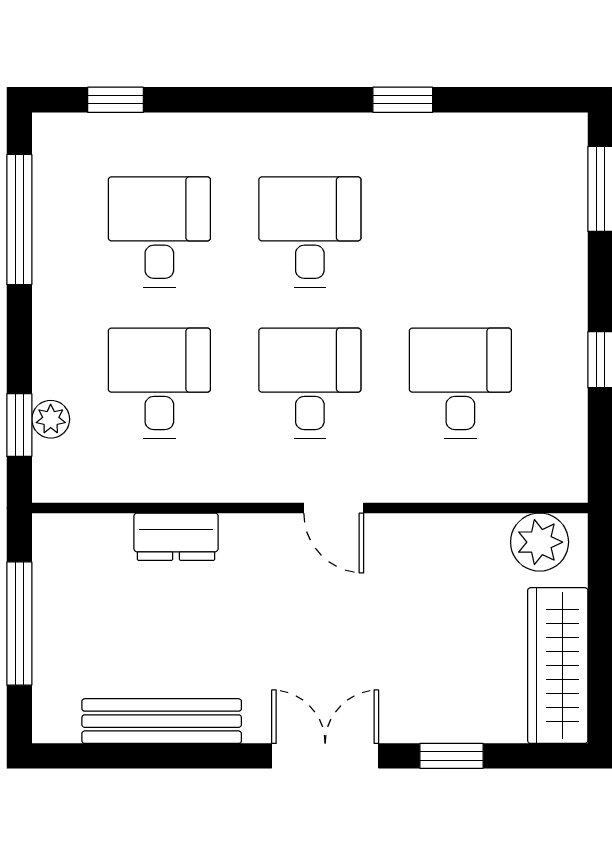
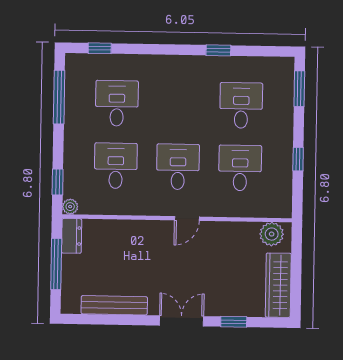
desk: (310, 232) -> (241, 105), moved
plant: (51, 419) -> (70, 207), moved
door: (334, 508) -> (187, 218), hinge flipped
dresser: (176, 537) -> (72, 236), moved, turned -90

